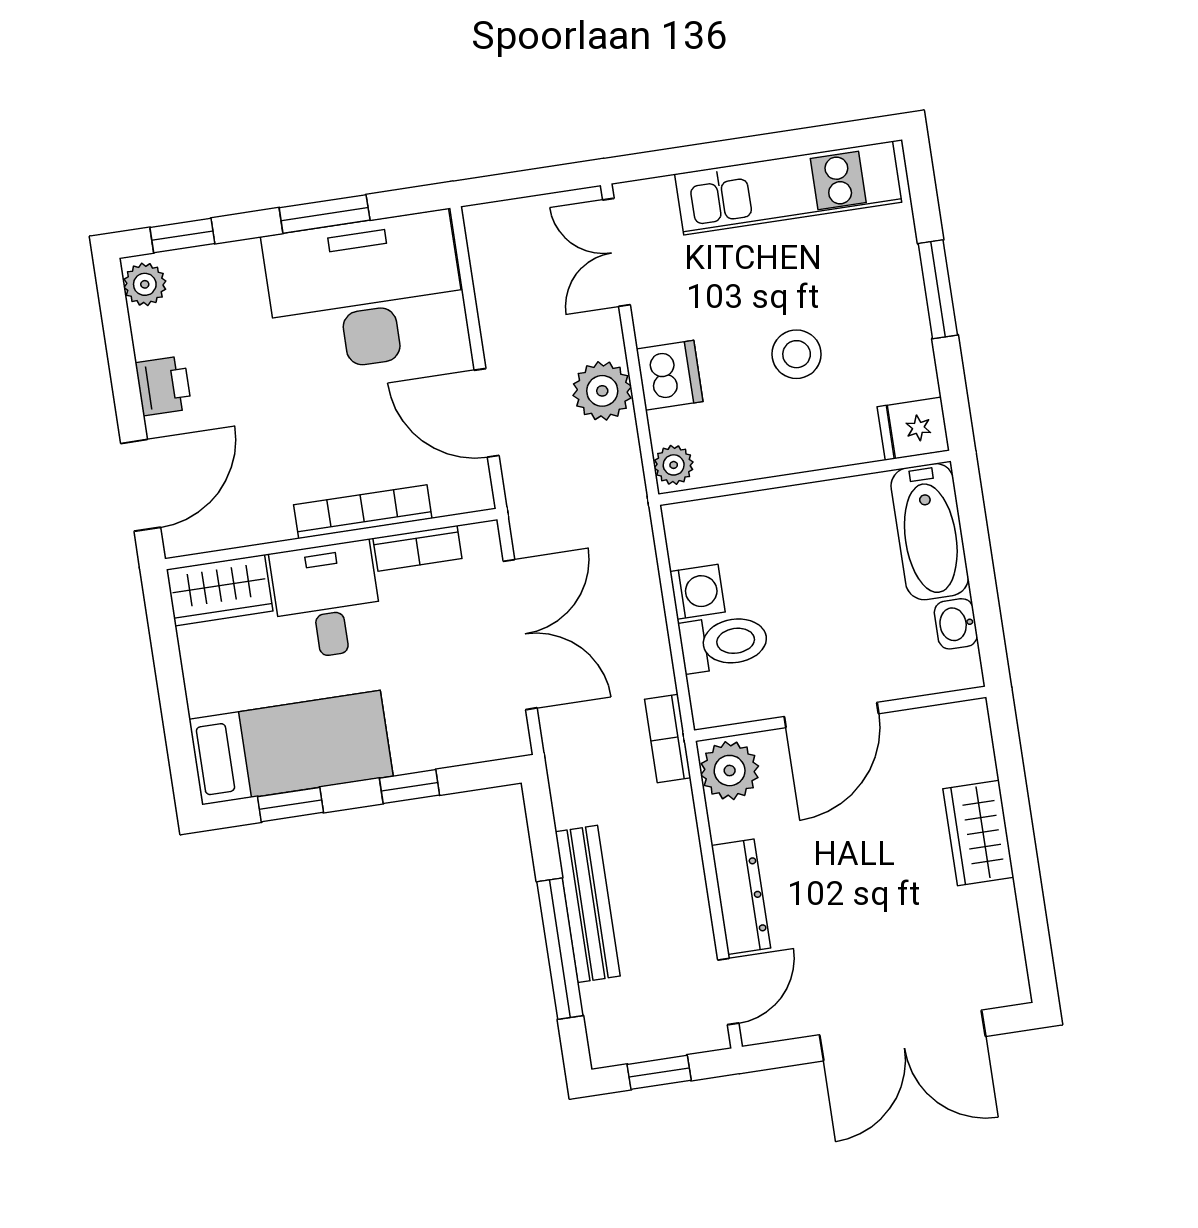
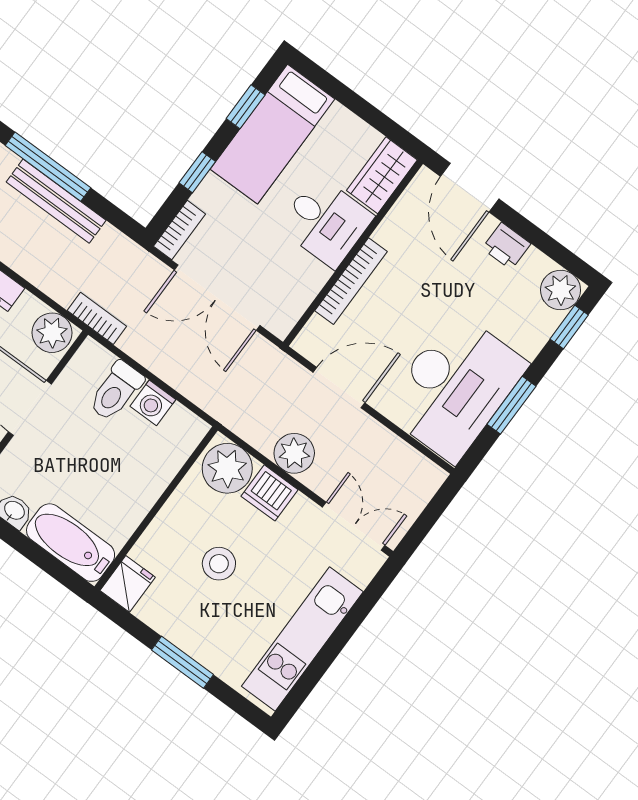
plant: (145, 284) -> (561, 290), width x1.38, depth x1.38
plant: (674, 465) -> (227, 468), width x1.88, depth x1.88
bookcase: (417, 548) -> (179, 230), moved, turned 180

